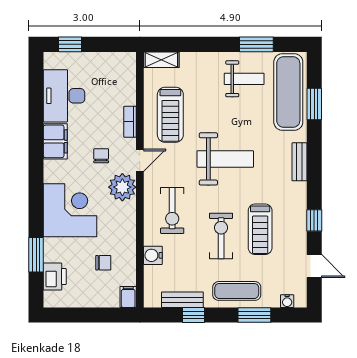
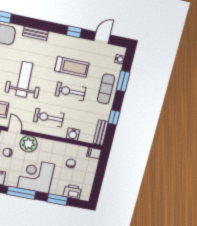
window: (36, 192) -> (21, 193), added
exercise bike: (172, 210) -> (49, 118), turned 180
bench: (182, 300) -> (101, 133), moved

